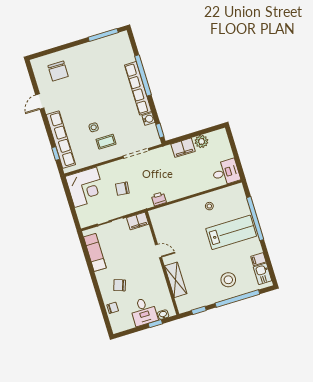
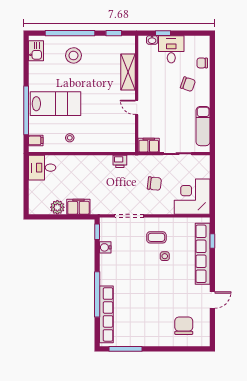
row of seats: (138, 88) -> (106, 314), moved
lab bench: (231, 232) -> (55, 104), turned 180
filing cabinet: (258, 259) -> (36, 140), moved

